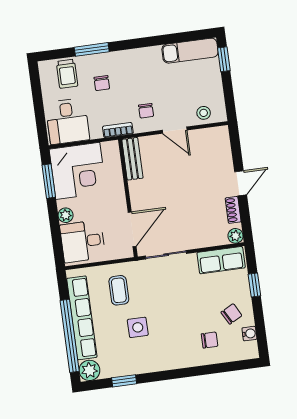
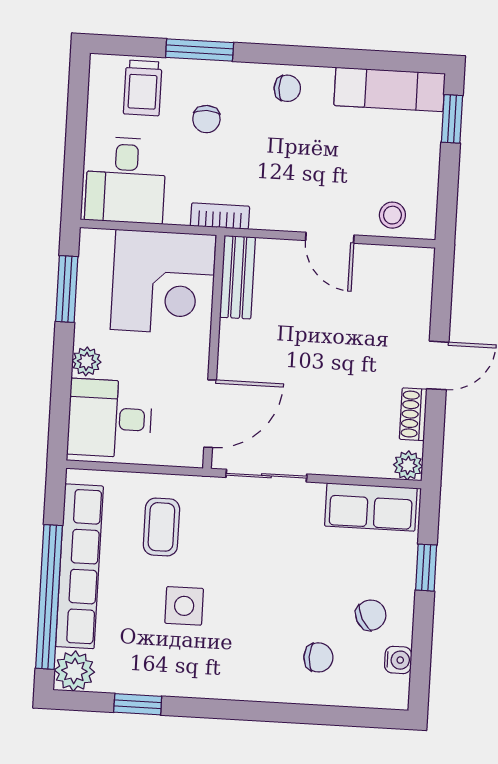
chair: (146, 111) -> (287, 88), moved, turned -90
corner desk: (78, 171) -> (163, 282), moved

